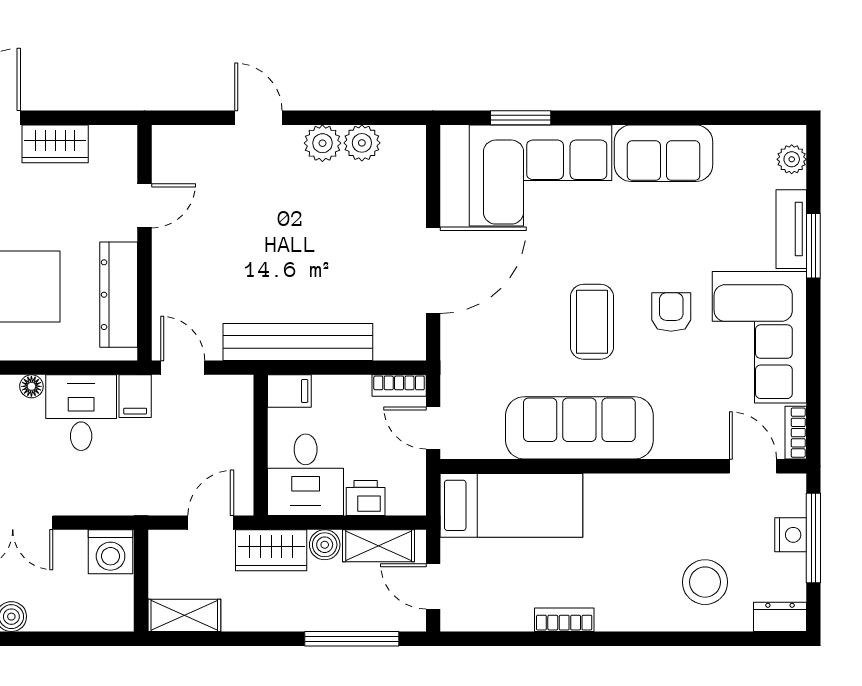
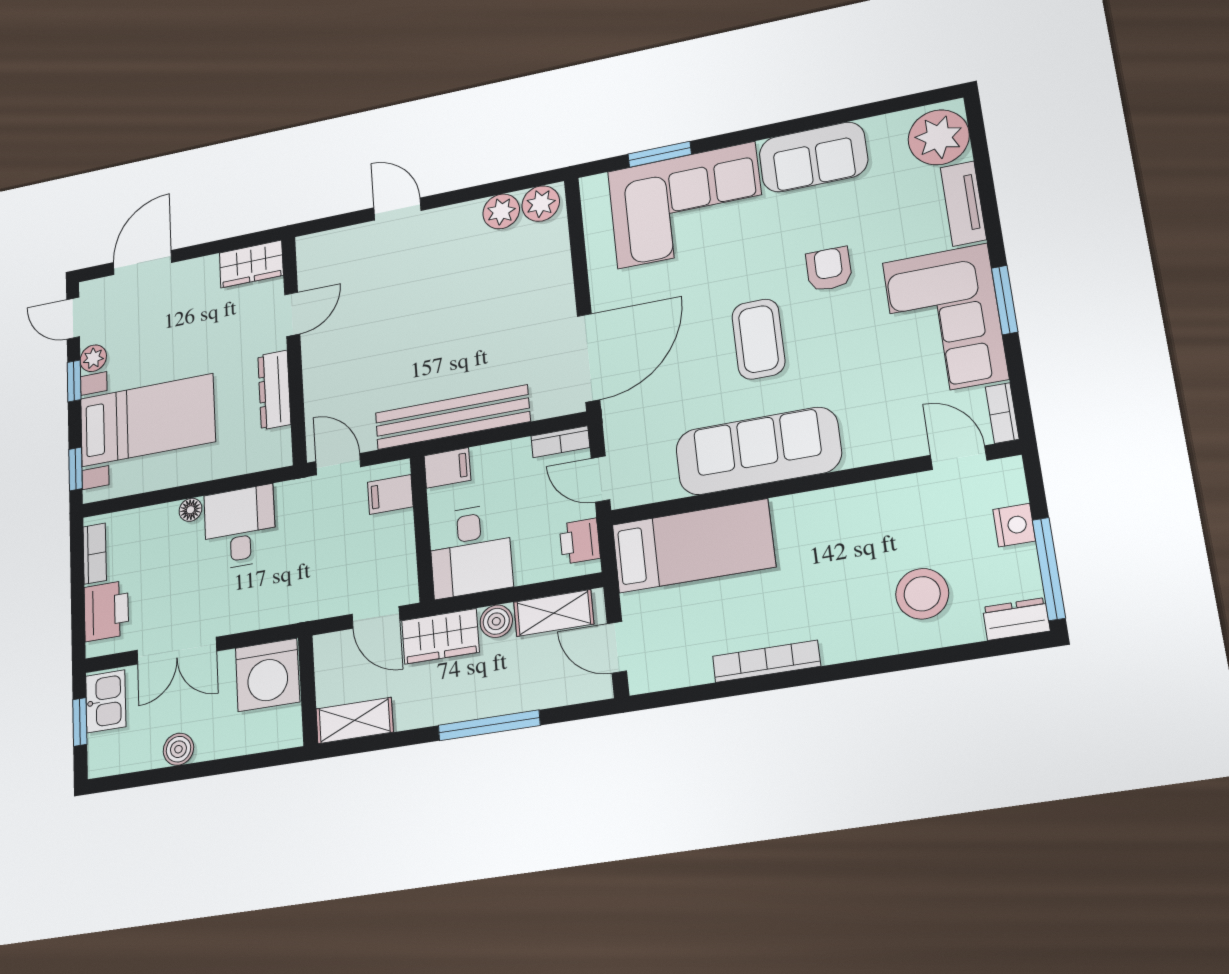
plant: (322, 143) -> (541, 204), moved
wardrobe: (55, 144) -> (251, 264), moved
plant: (792, 159) -> (939, 137), width x1.88, depth x1.88
window: (813, 246) -> (1005, 300), moved
door: (433, 270) -> (589, 358), moved
dresser: (119, 295) -> (274, 390), width x0.73, depth x0.80
armchair: (671, 312) -> (829, 269), moved
filing cabinet: (135, 396) -> (390, 494), moved, turned 90
printer: (366, 498) -> (580, 541), moved, turned -90
door: (211, 523) -> (376, 617), swing flipped
window: (813, 538) -> (1049, 569), moved
washing machine: (111, 552) -> (267, 675), width x1.37, depth x1.37
bookcase: (564, 620) -> (766, 661), width x1.56
window: (352, 639) -> (489, 725), moved

